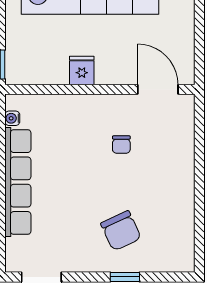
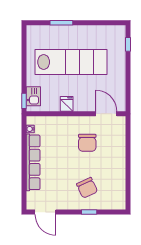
kitchen sink: (18, 56) -> (33, 96), added
chair: (121, 145) -> (87, 143), width x1.87, depth x1.87

